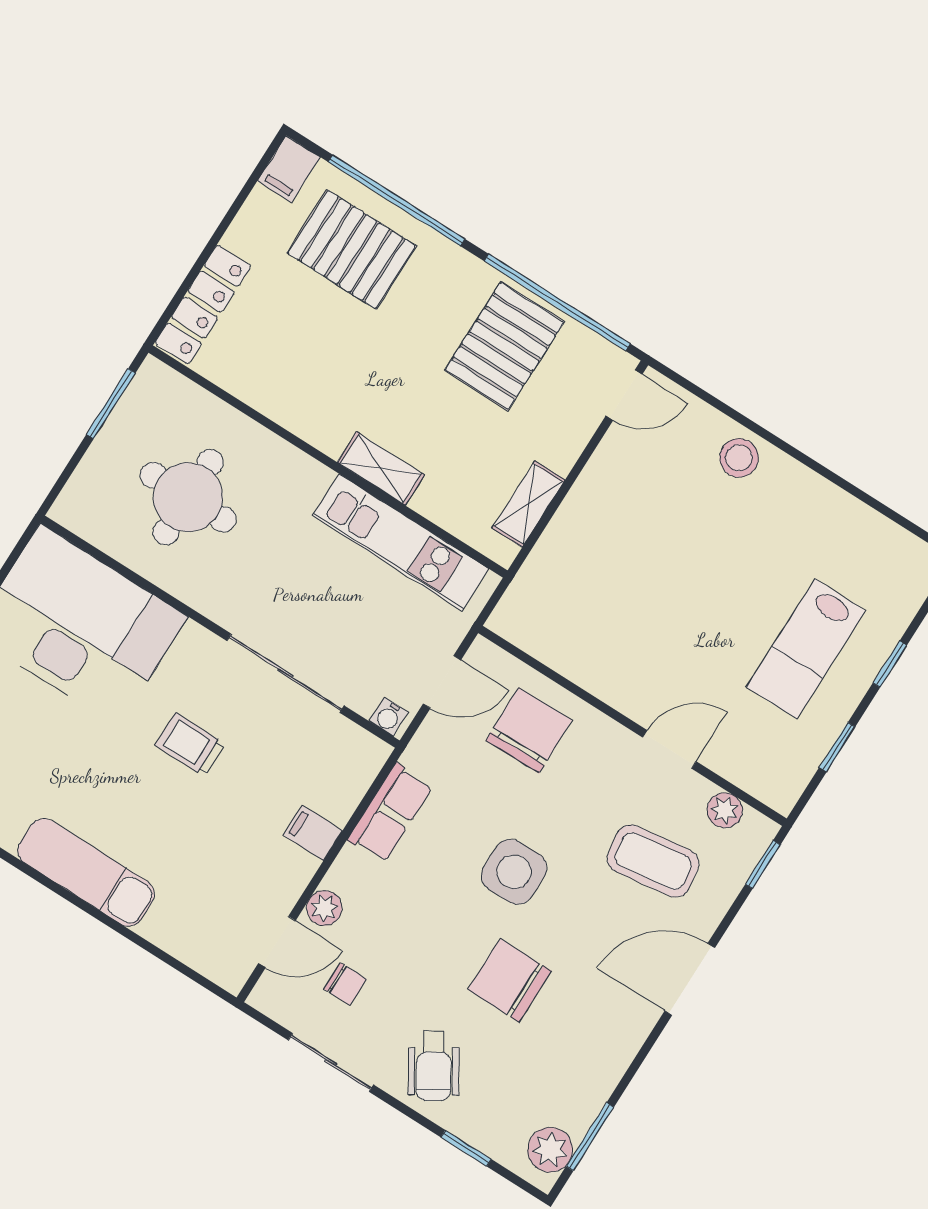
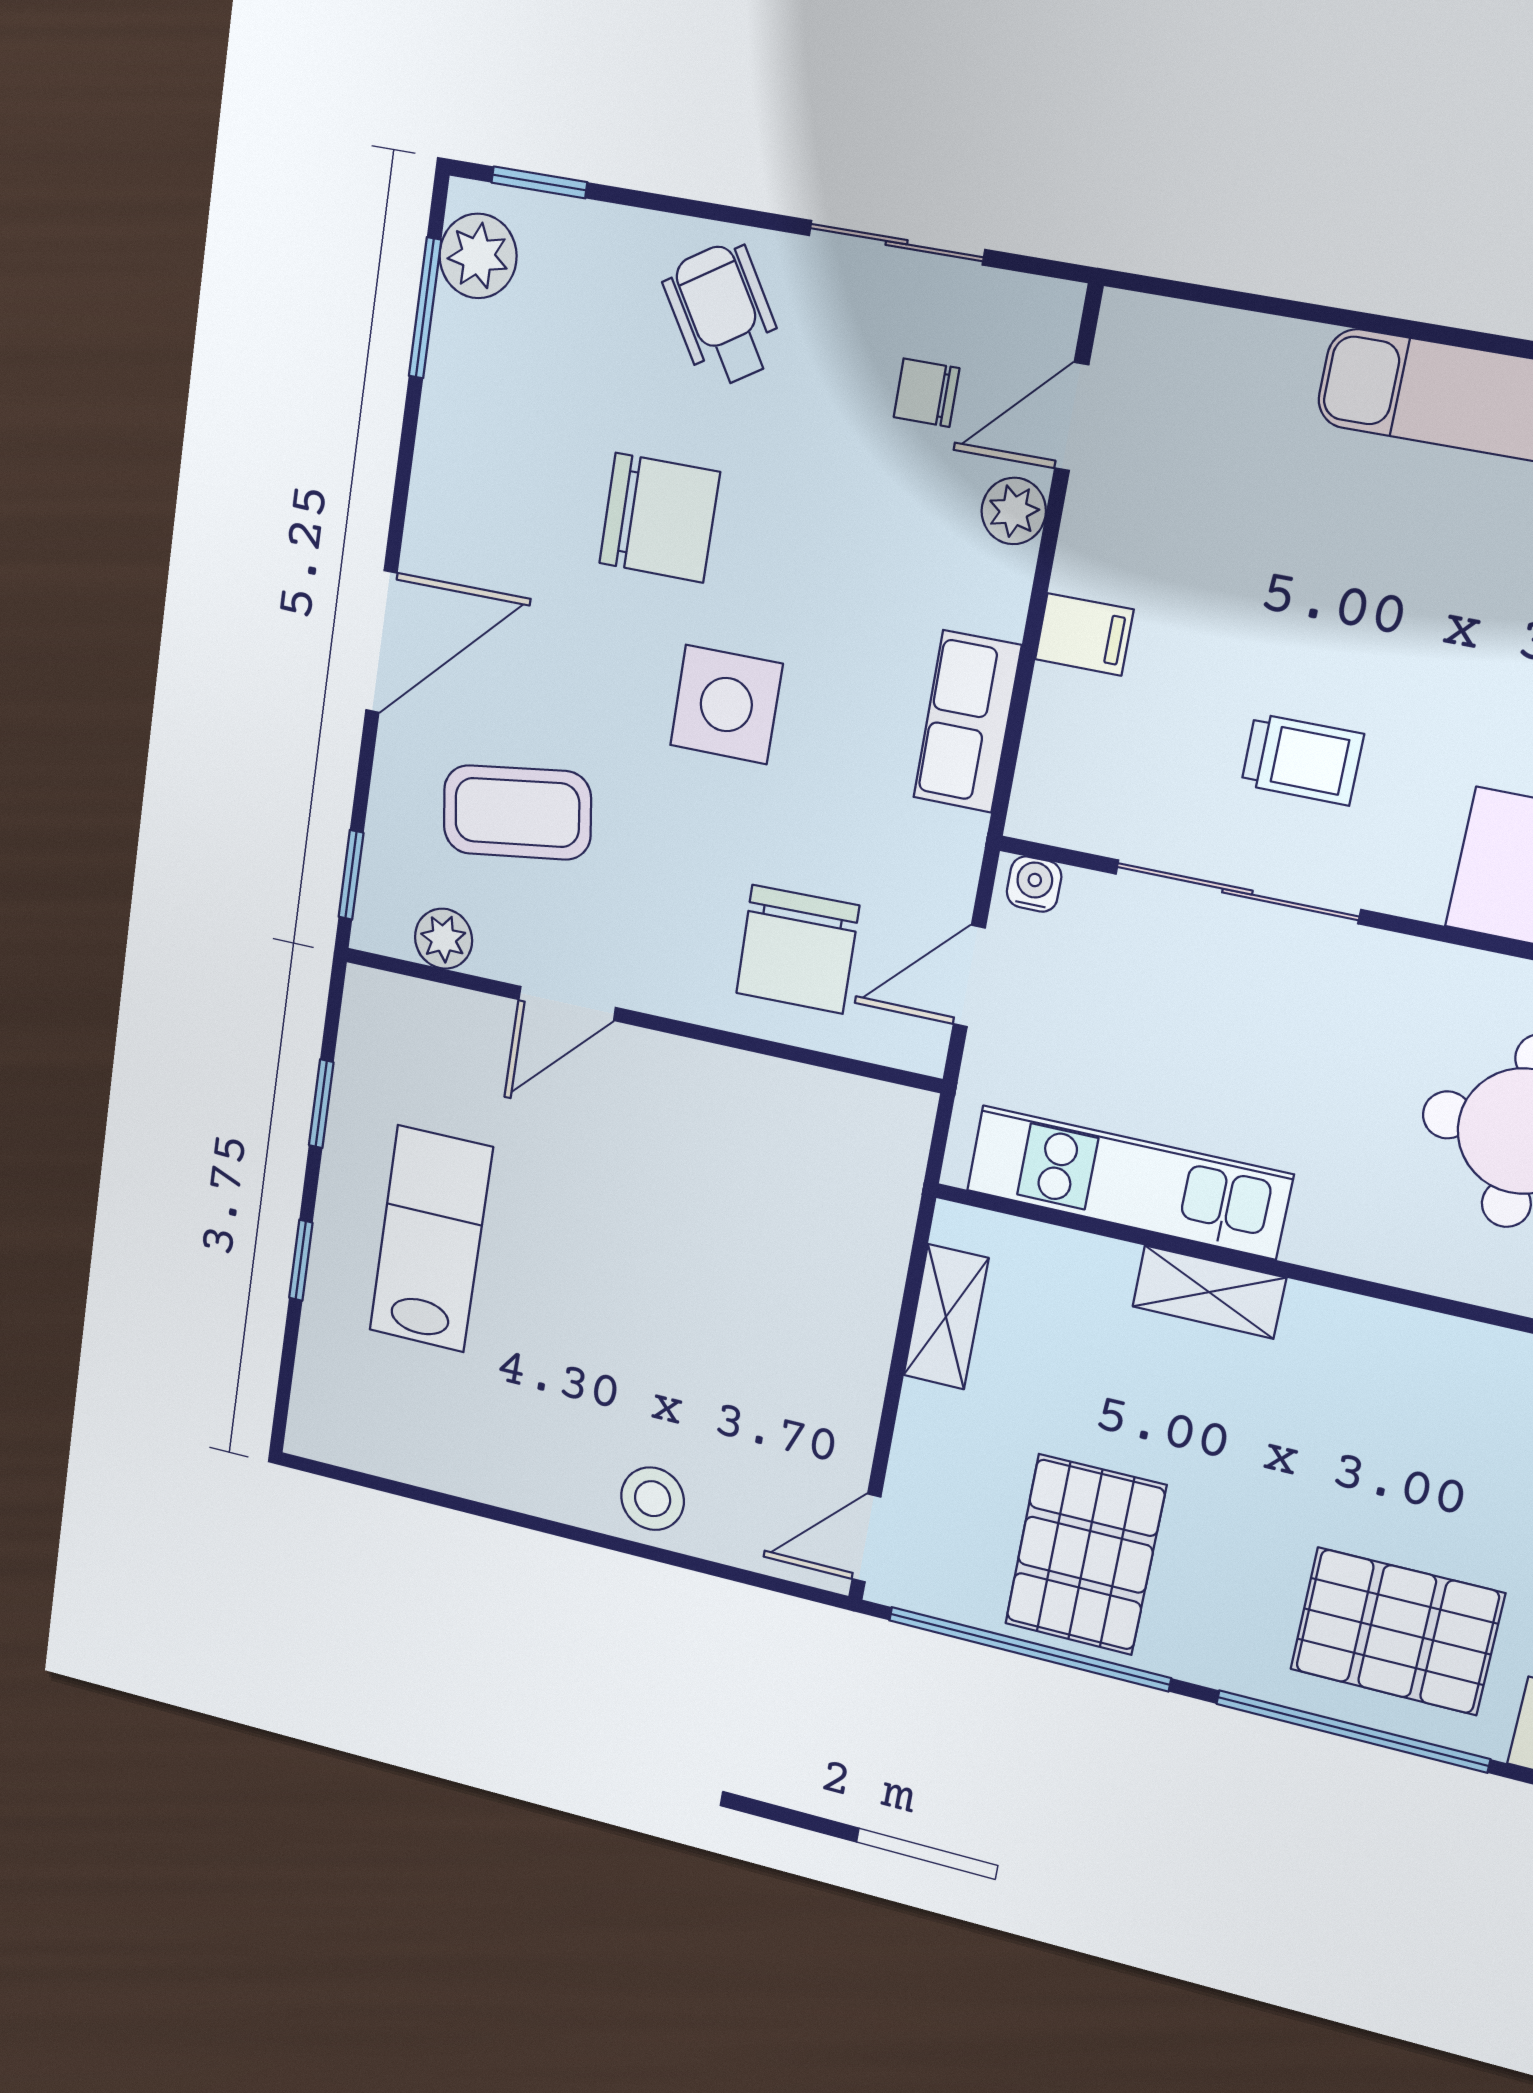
trolley: (190, 745) -> (1302, 759), moved
window: (466, 1148) -> (539, 182), moved

